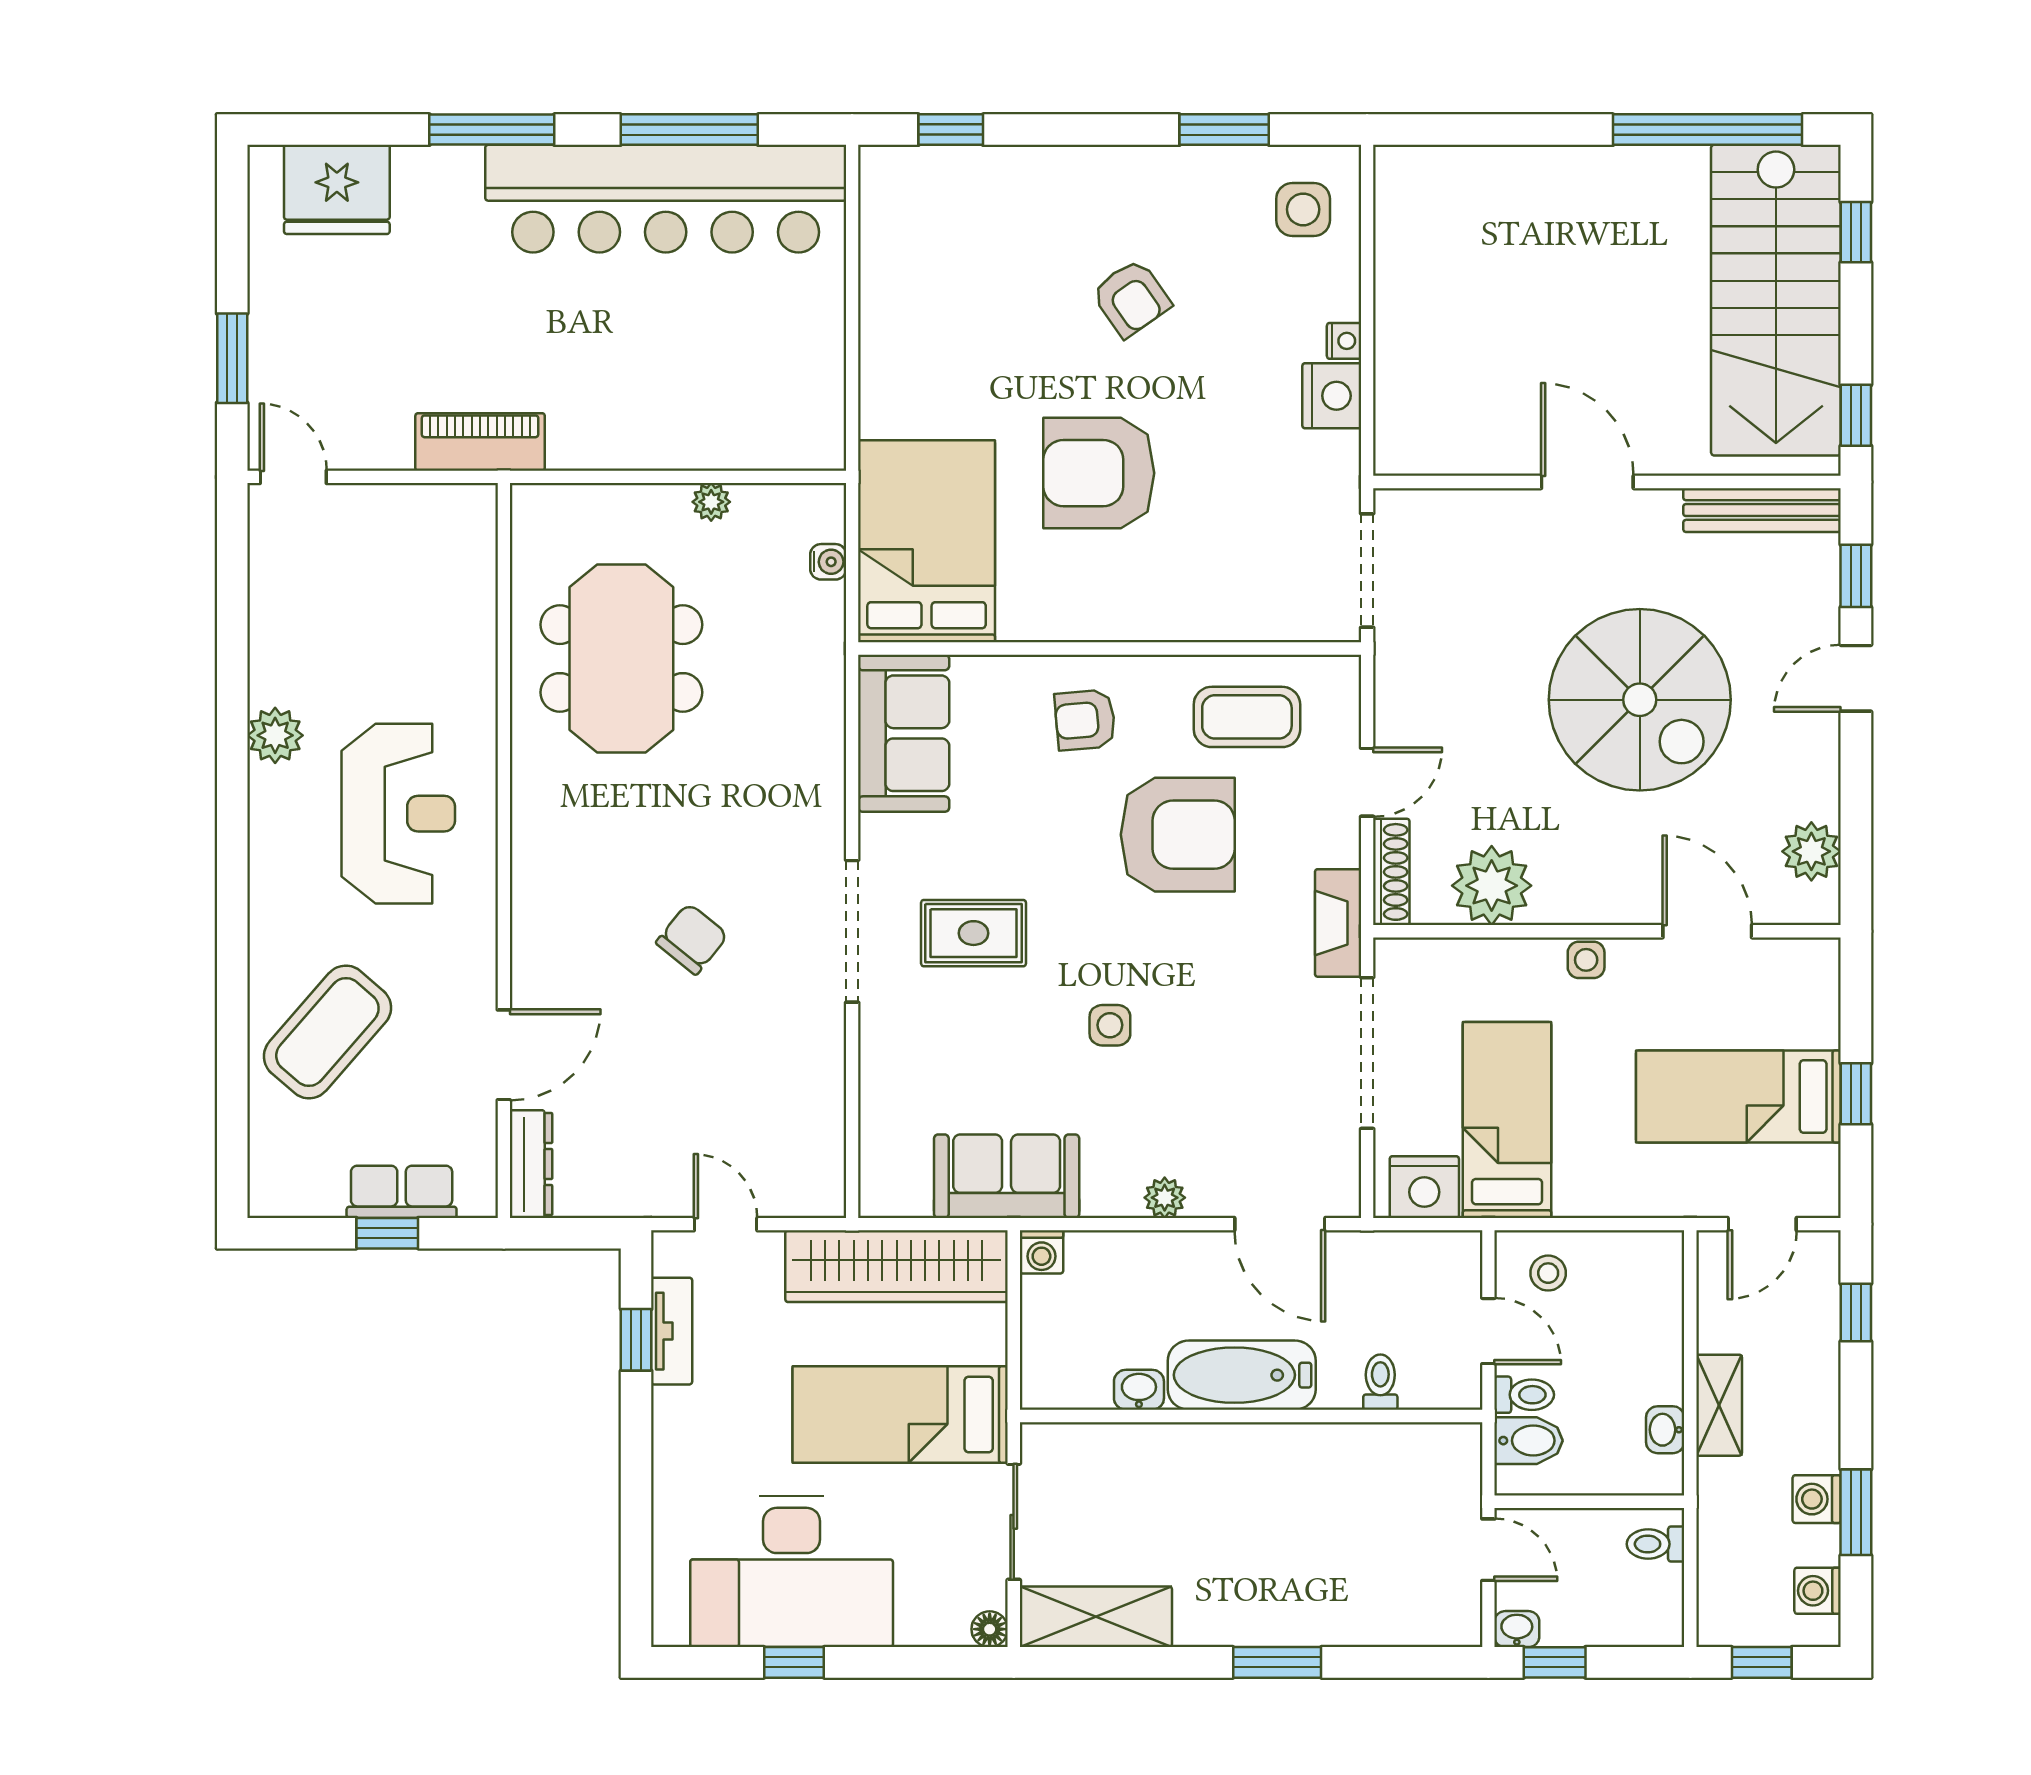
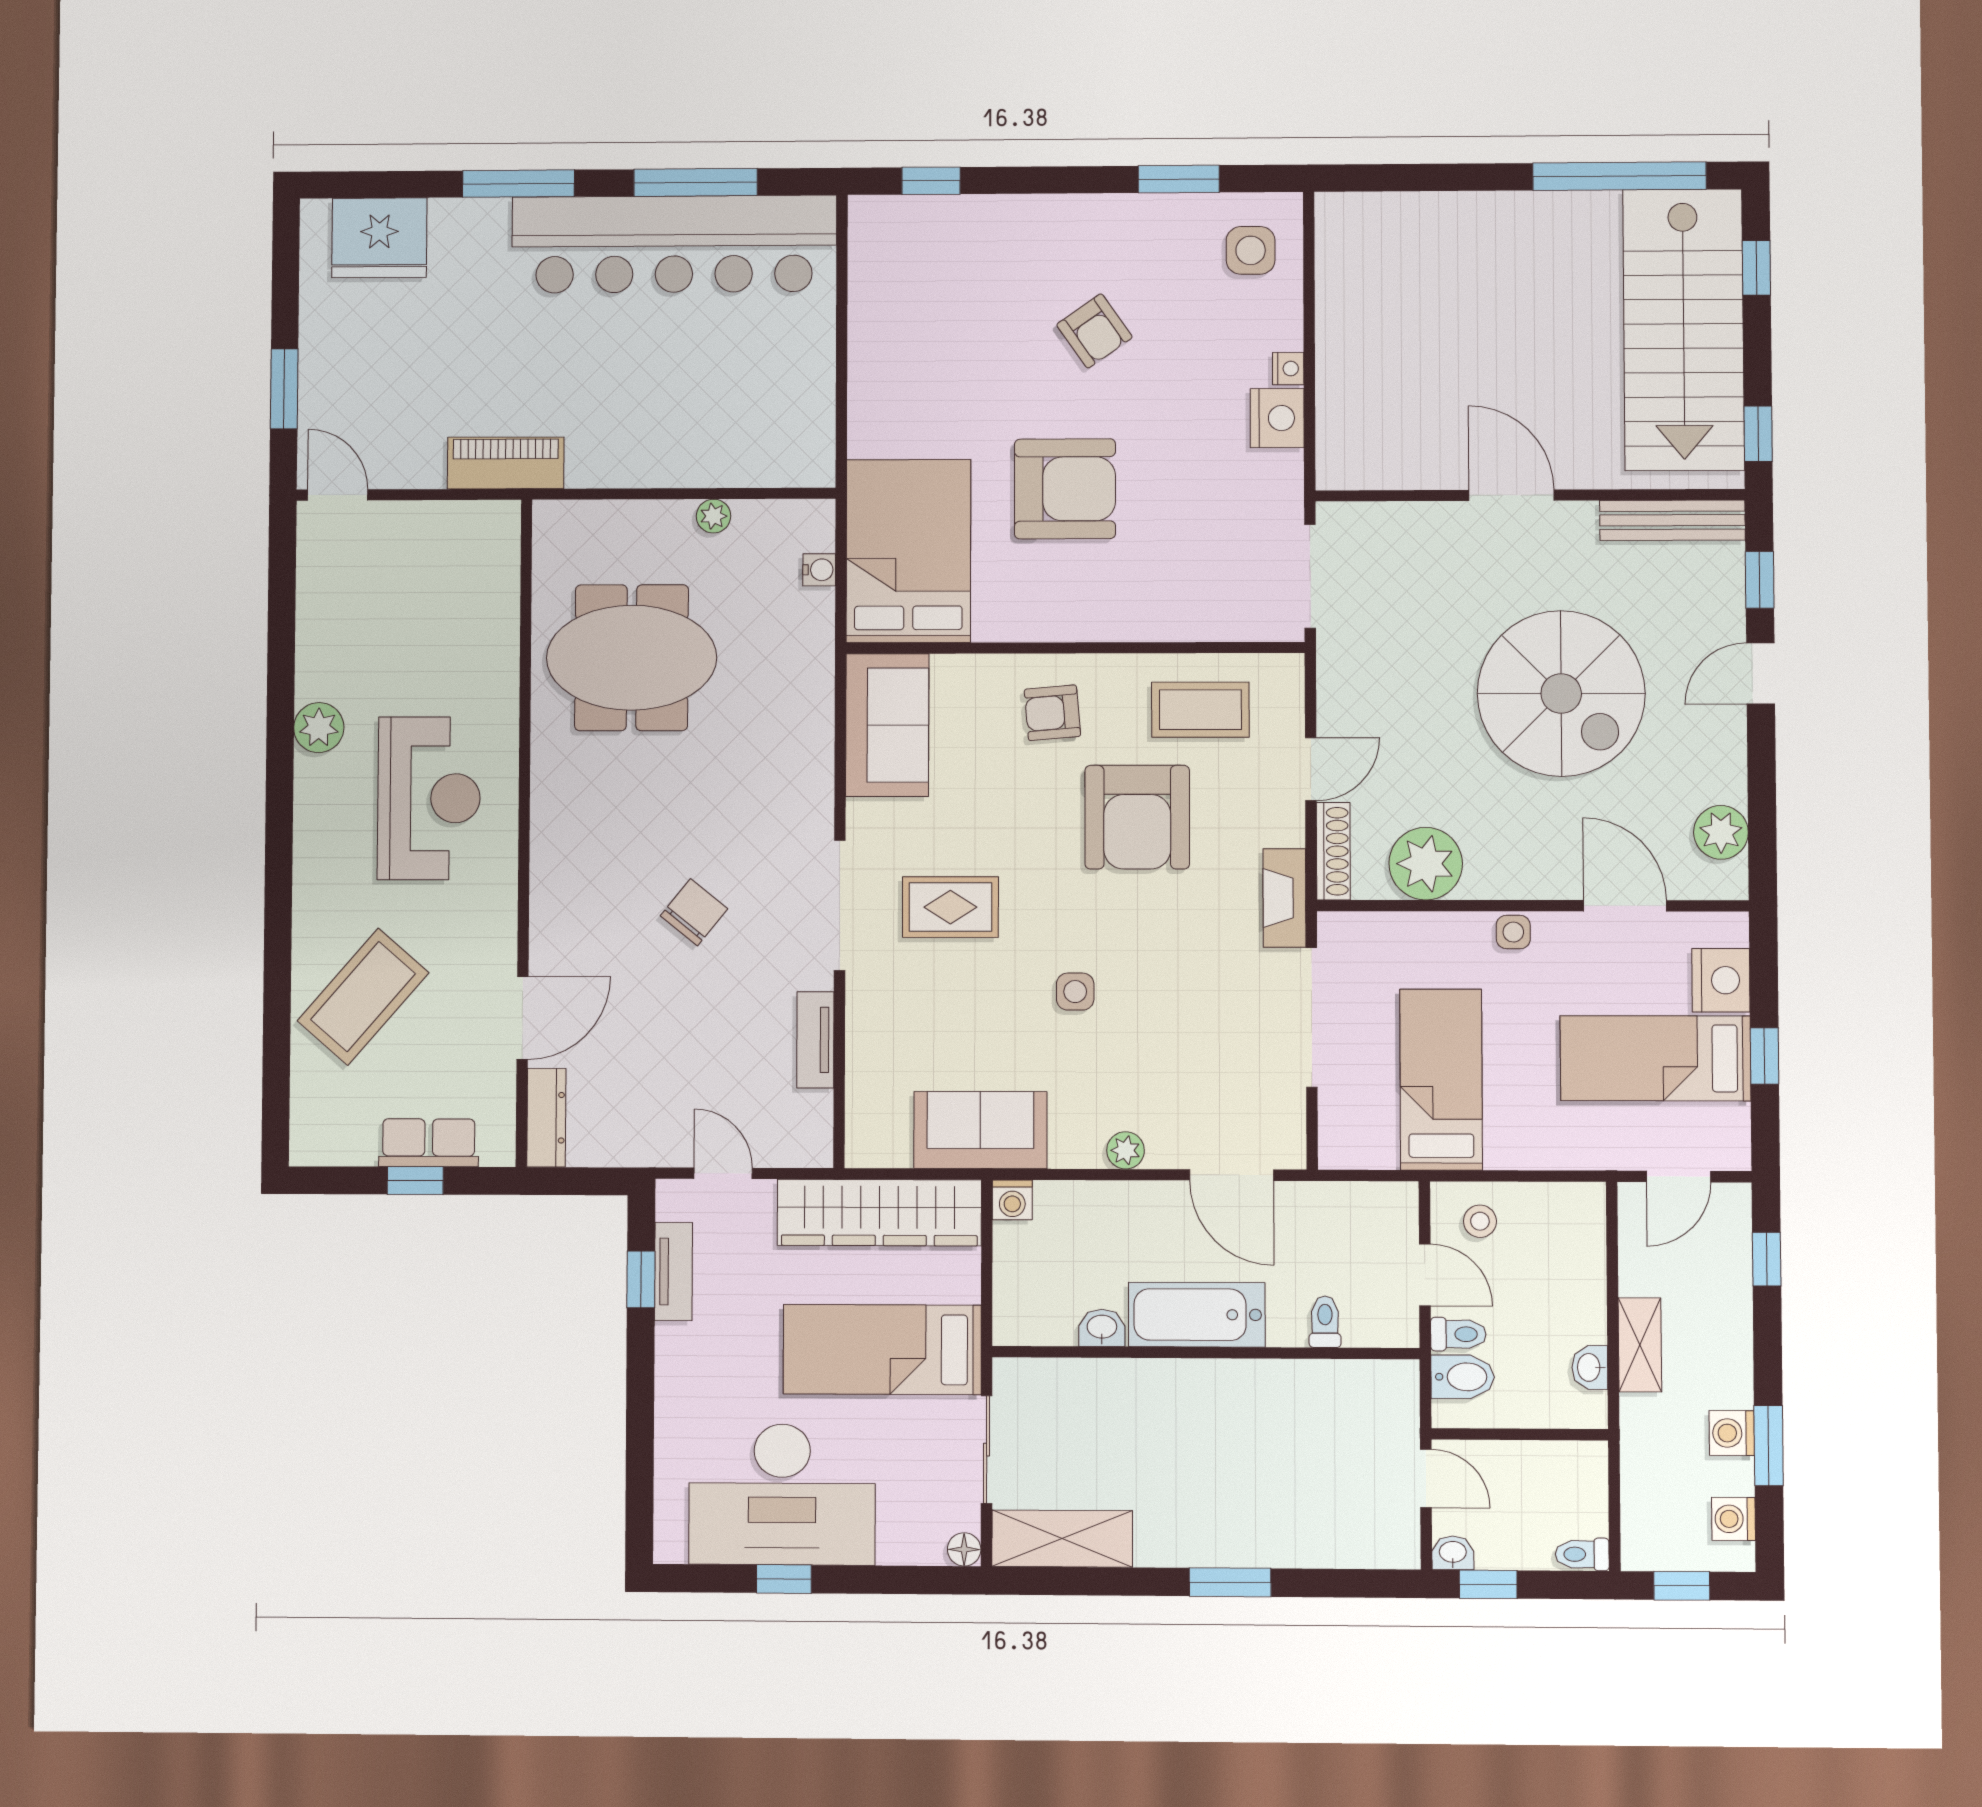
armchair: (1099, 473) -> (1065, 489), turned 180
meeting table: (621, 659) -> (632, 658), turned 90
armchair: (1178, 835) -> (1137, 817), turned 90
tv unit: (826, 1078) -> (815, 1040), added
nightstand: (1424, 1187) -> (1721, 980), moved, turned -90
toilet: (1656, 1544) -> (1582, 1554), moved

